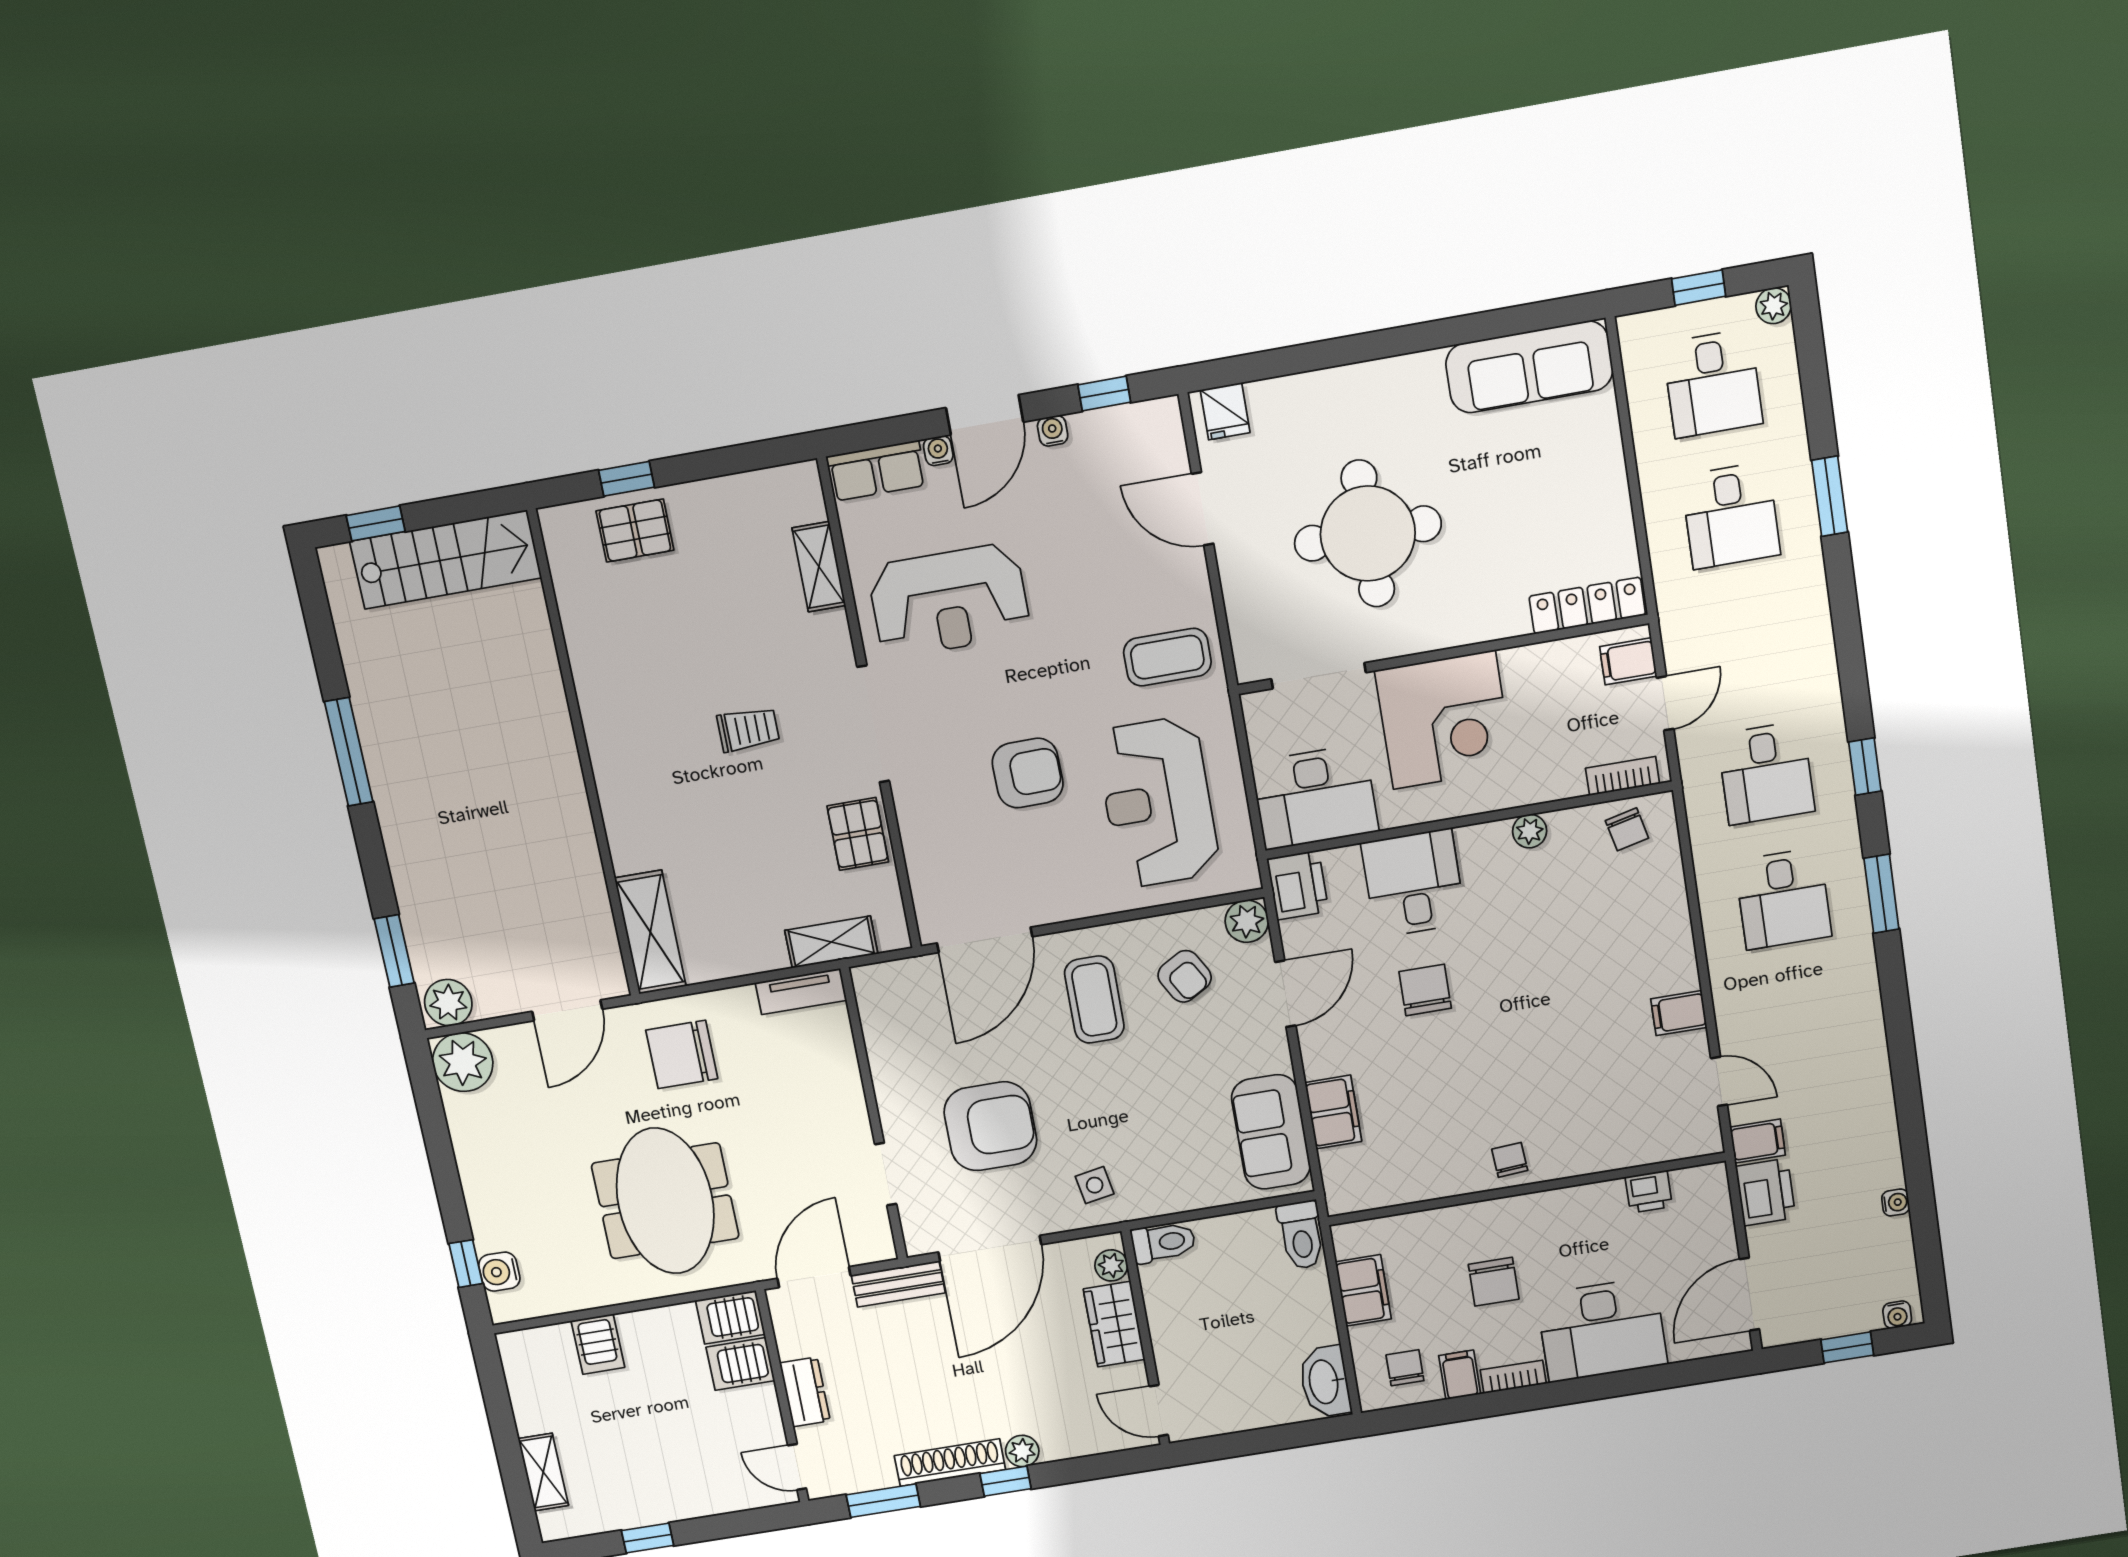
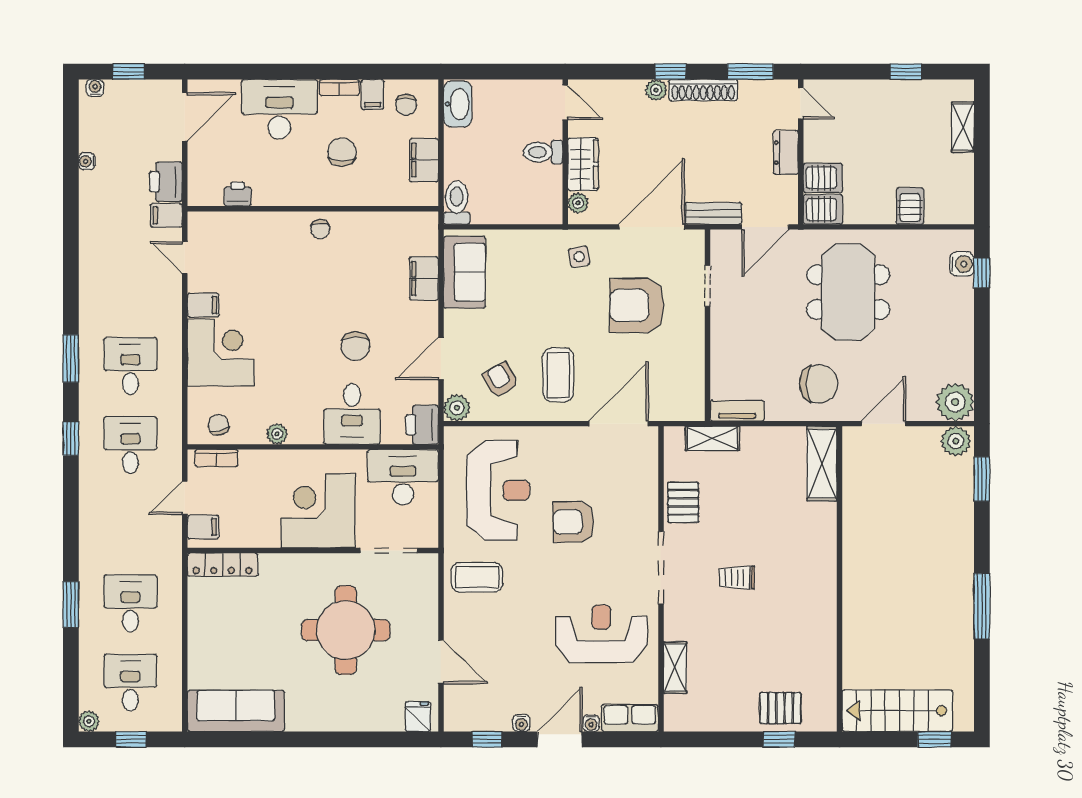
corner desk: (1640, 944) -> (221, 352), added
toilet: (1163, 1242) -> (543, 152), moved

